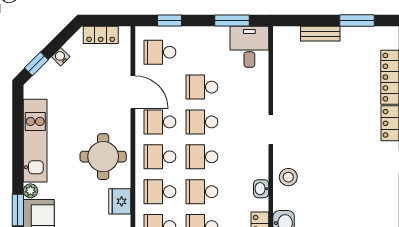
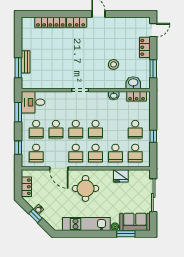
window: (357, 21) -> (18, 68), moved
window: (36, 64) -> (35, 216), moved
door: (133, 92) -> (59, 168), swing flipped
round table: (103, 157) -> (86, 188), moved
stool: (288, 177) -> (114, 64), moved
school desk: (202, 192) -> (36, 129), moved

